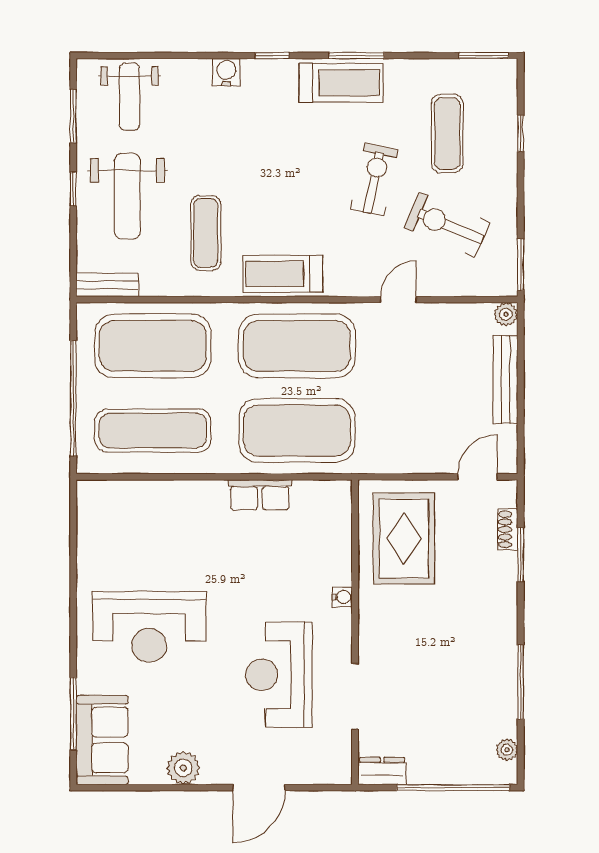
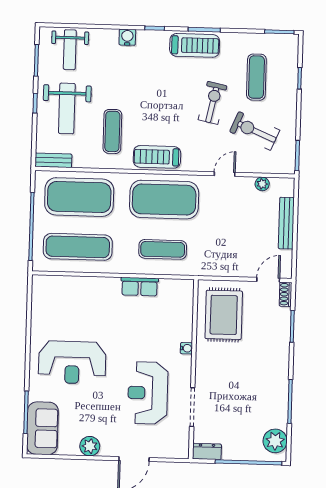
plant: (506, 314) -> (262, 184), moved
exercise mat: (297, 430) -> (163, 249), width x0.50, depth x0.69
shoe rack: (508, 529) -> (286, 294), moved
plant: (507, 750) -> (275, 441), width x1.88, depth x1.88

